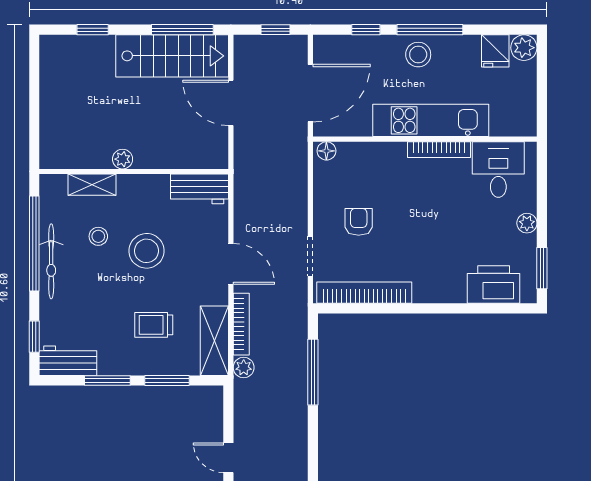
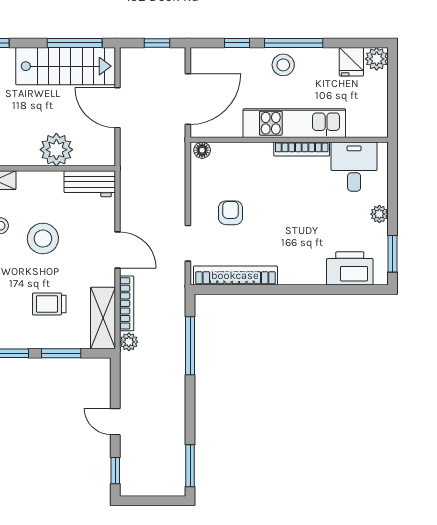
plant: (123, 159) -> (56, 150), moved, width x1.87, depth x1.87

